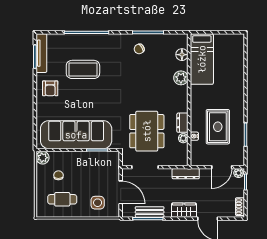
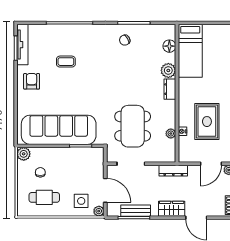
coffee table: (83, 69) -> (66, 62), width x0.54, depth x0.58
armchair: (50, 88) -> (32, 81), turned 180
dresser: (182, 123) -> (170, 89), moved
plant: (114, 212) -> (99, 211), added

